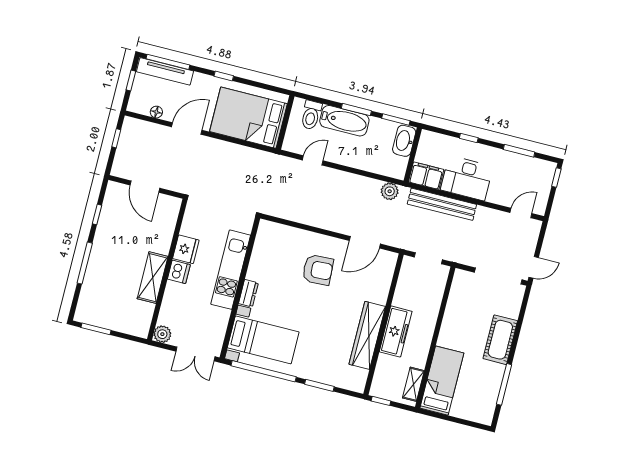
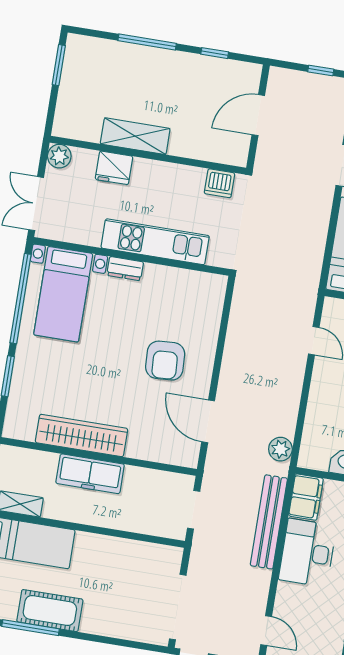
fridge: (186, 249) -> (114, 168), moved
dishwasher: (179, 272) -> (219, 183), moved
cot: (500, 340) -> (50, 611), moved

